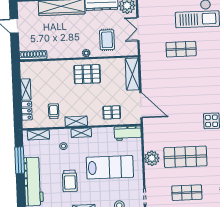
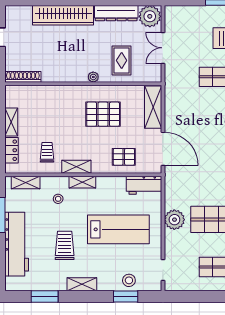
pallet: (87, 74) -> (103, 114), moved
trolley: (70, 181) -> (65, 245), turned 180

